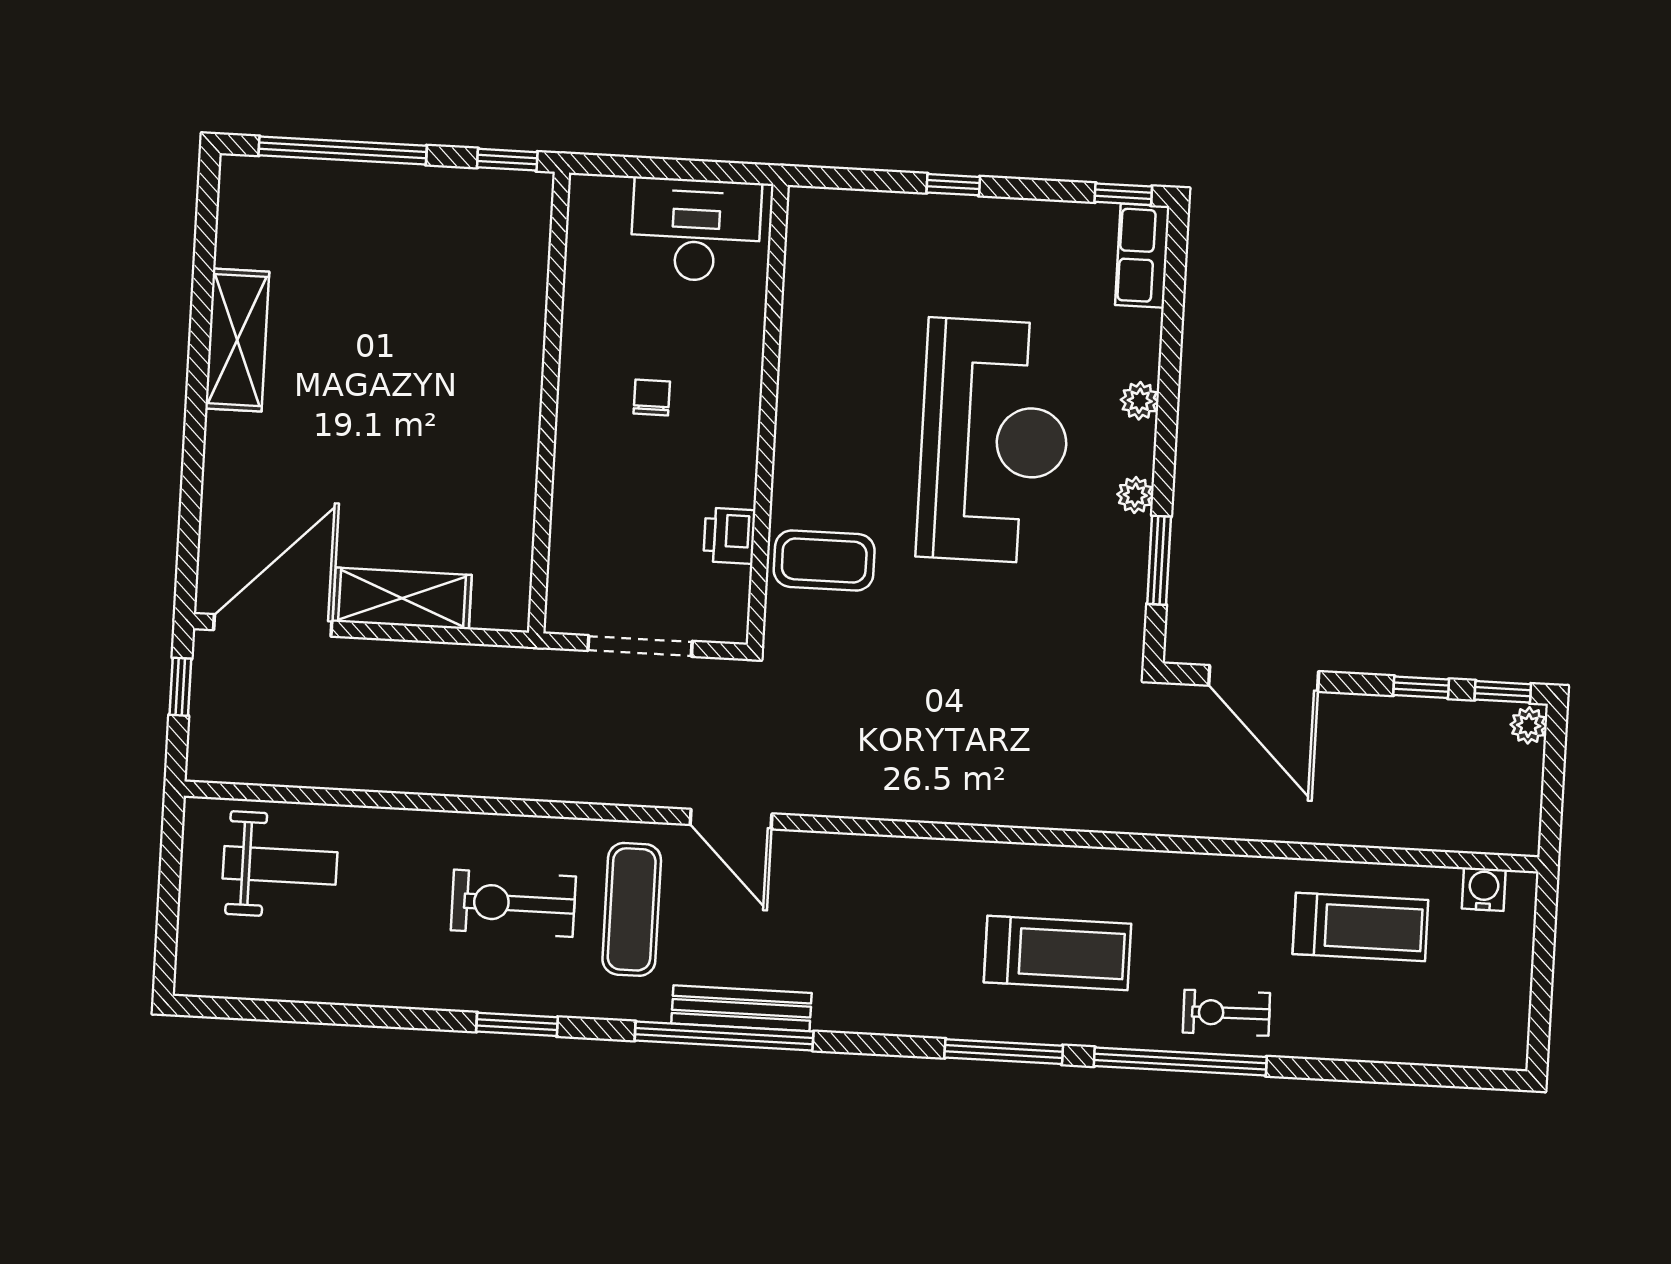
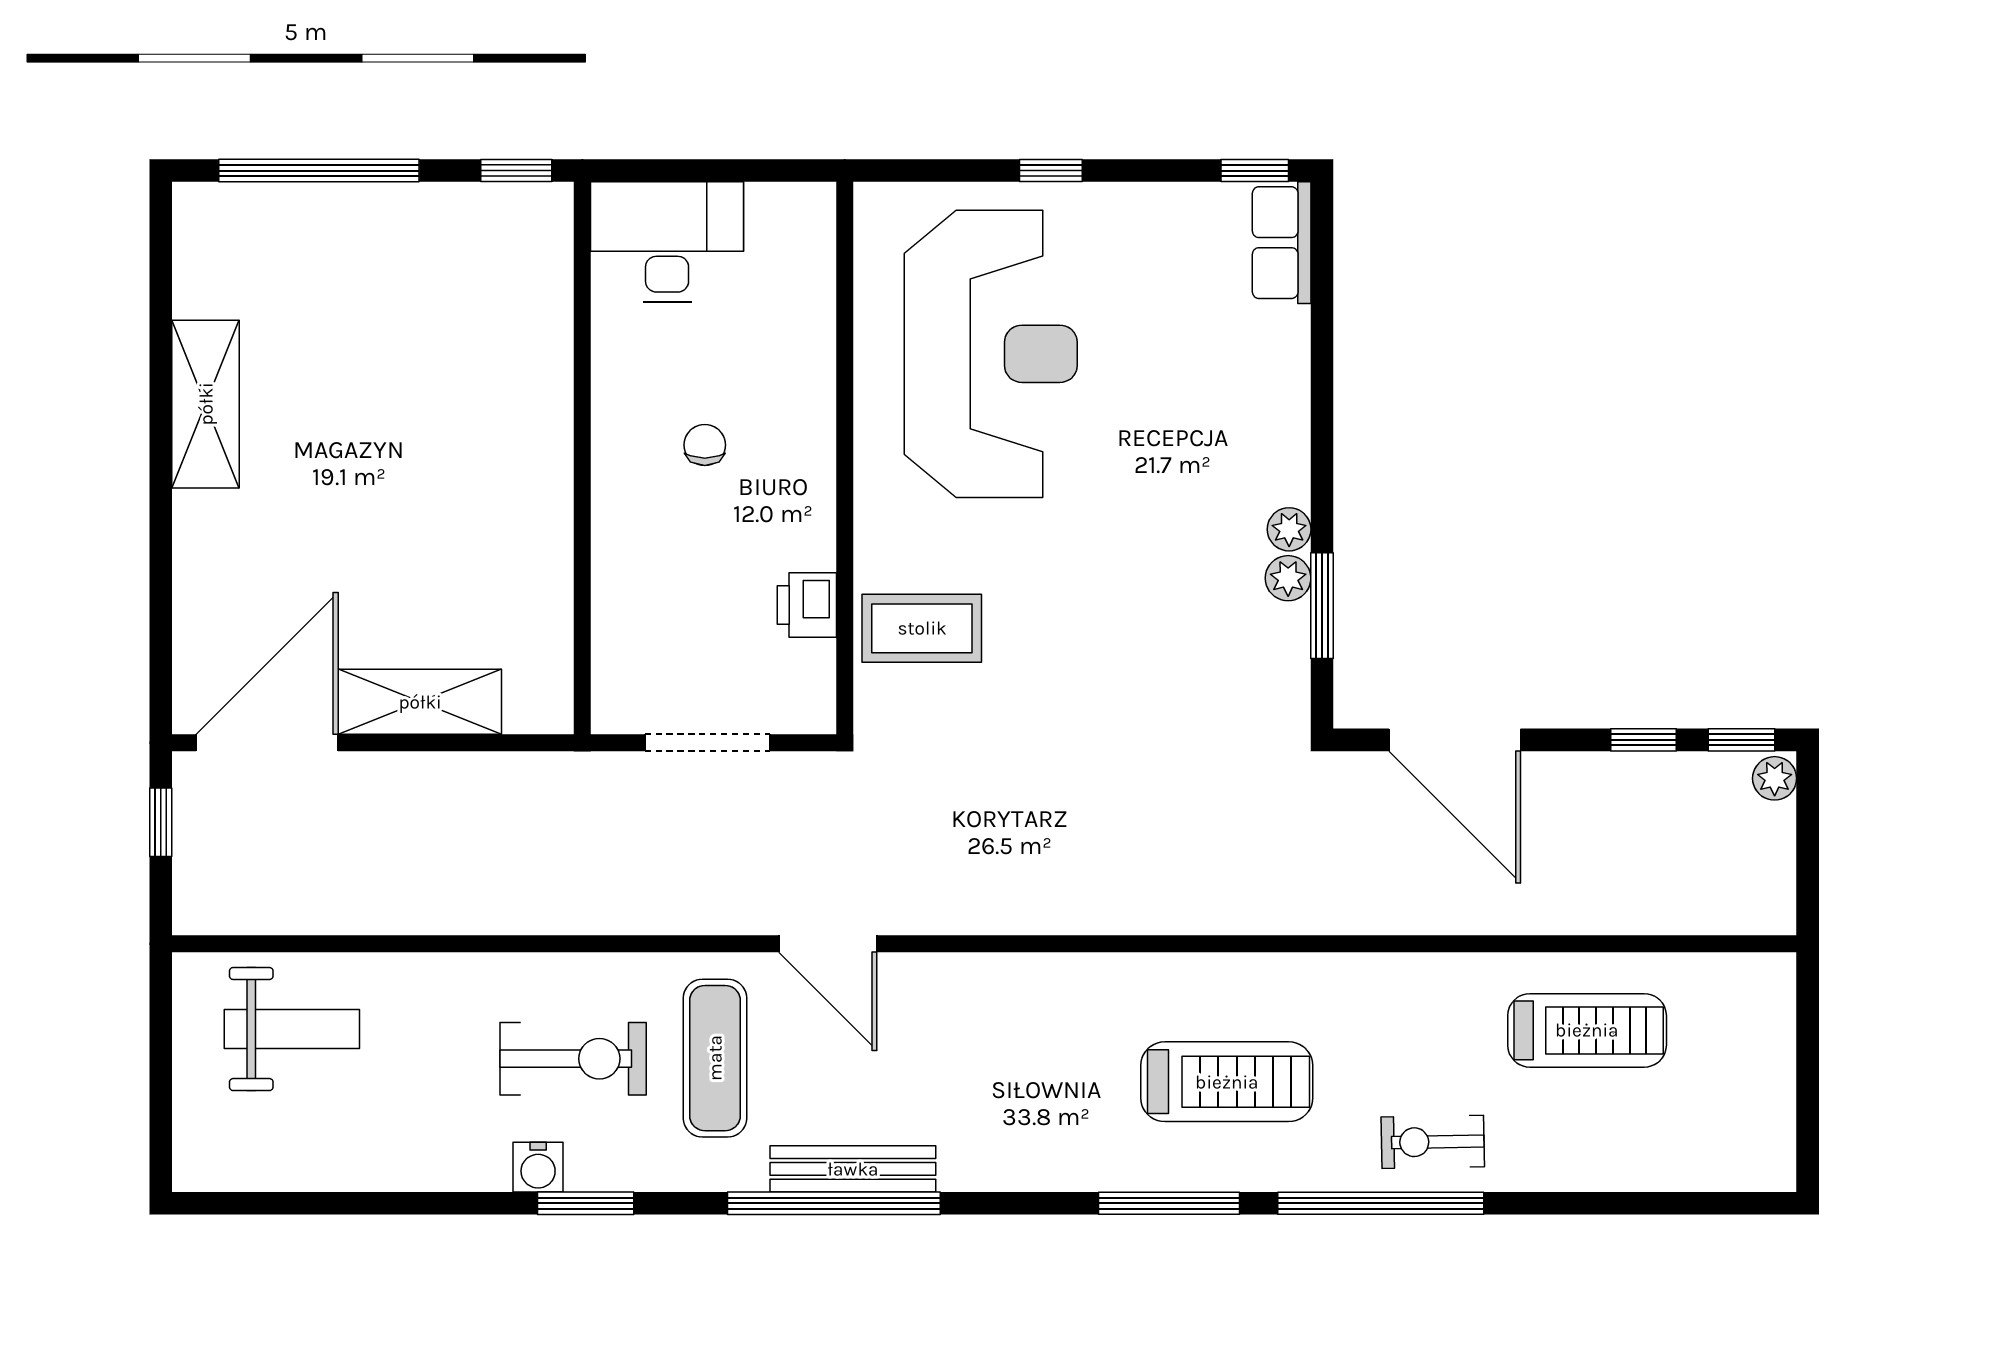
desk: (696, 230) -> (667, 242), moved
plant: (1140, 401) -> (1288, 578), moved
reception desk: (994, 441) -> (991, 354), moved
water cooler: (1484, 889) -> (538, 1167), moved, turned 180
exercise bike: (513, 903) -> (573, 1059), turned 180

